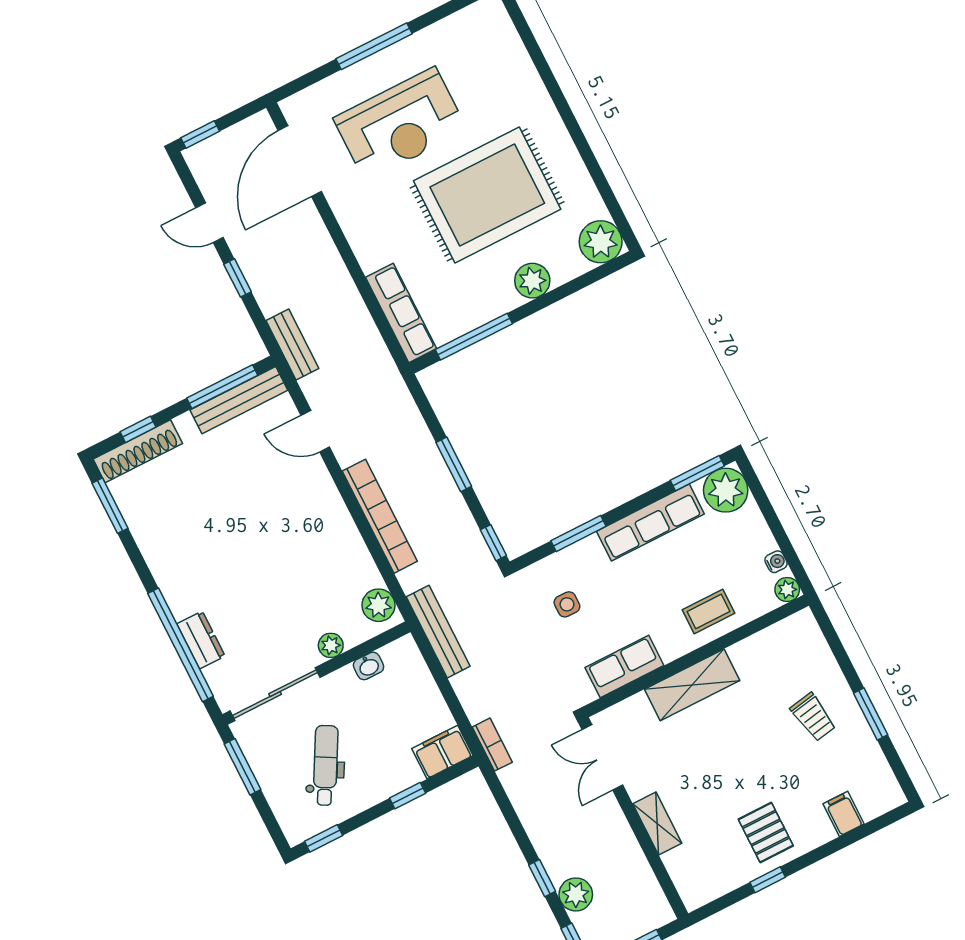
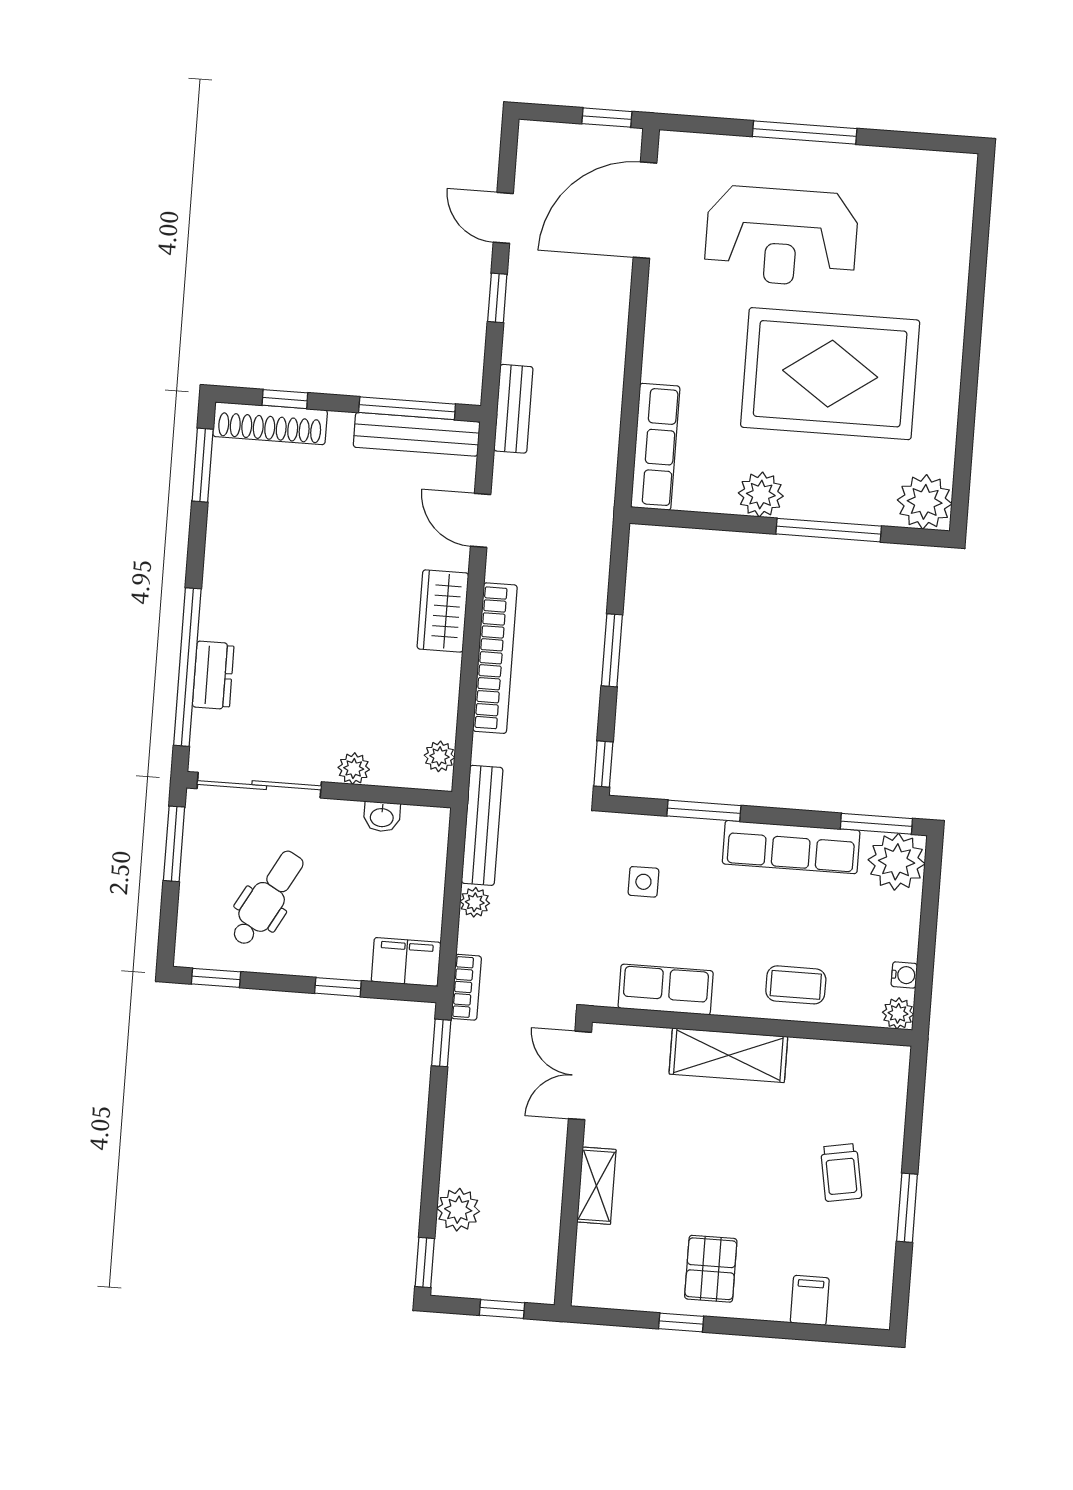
window: (200, 134) -> (607, 118), moved
plant: (532, 281) -> (761, 494), moved
window: (474, 337) -> (829, 530), moved
wardrobe: (327, 506) -> (443, 611), added
plant: (378, 605) -> (439, 756), width x0.73, depth x0.73
plant: (464, 685) -> (475, 902), added
window: (542, 878) -> (441, 1043), moved

